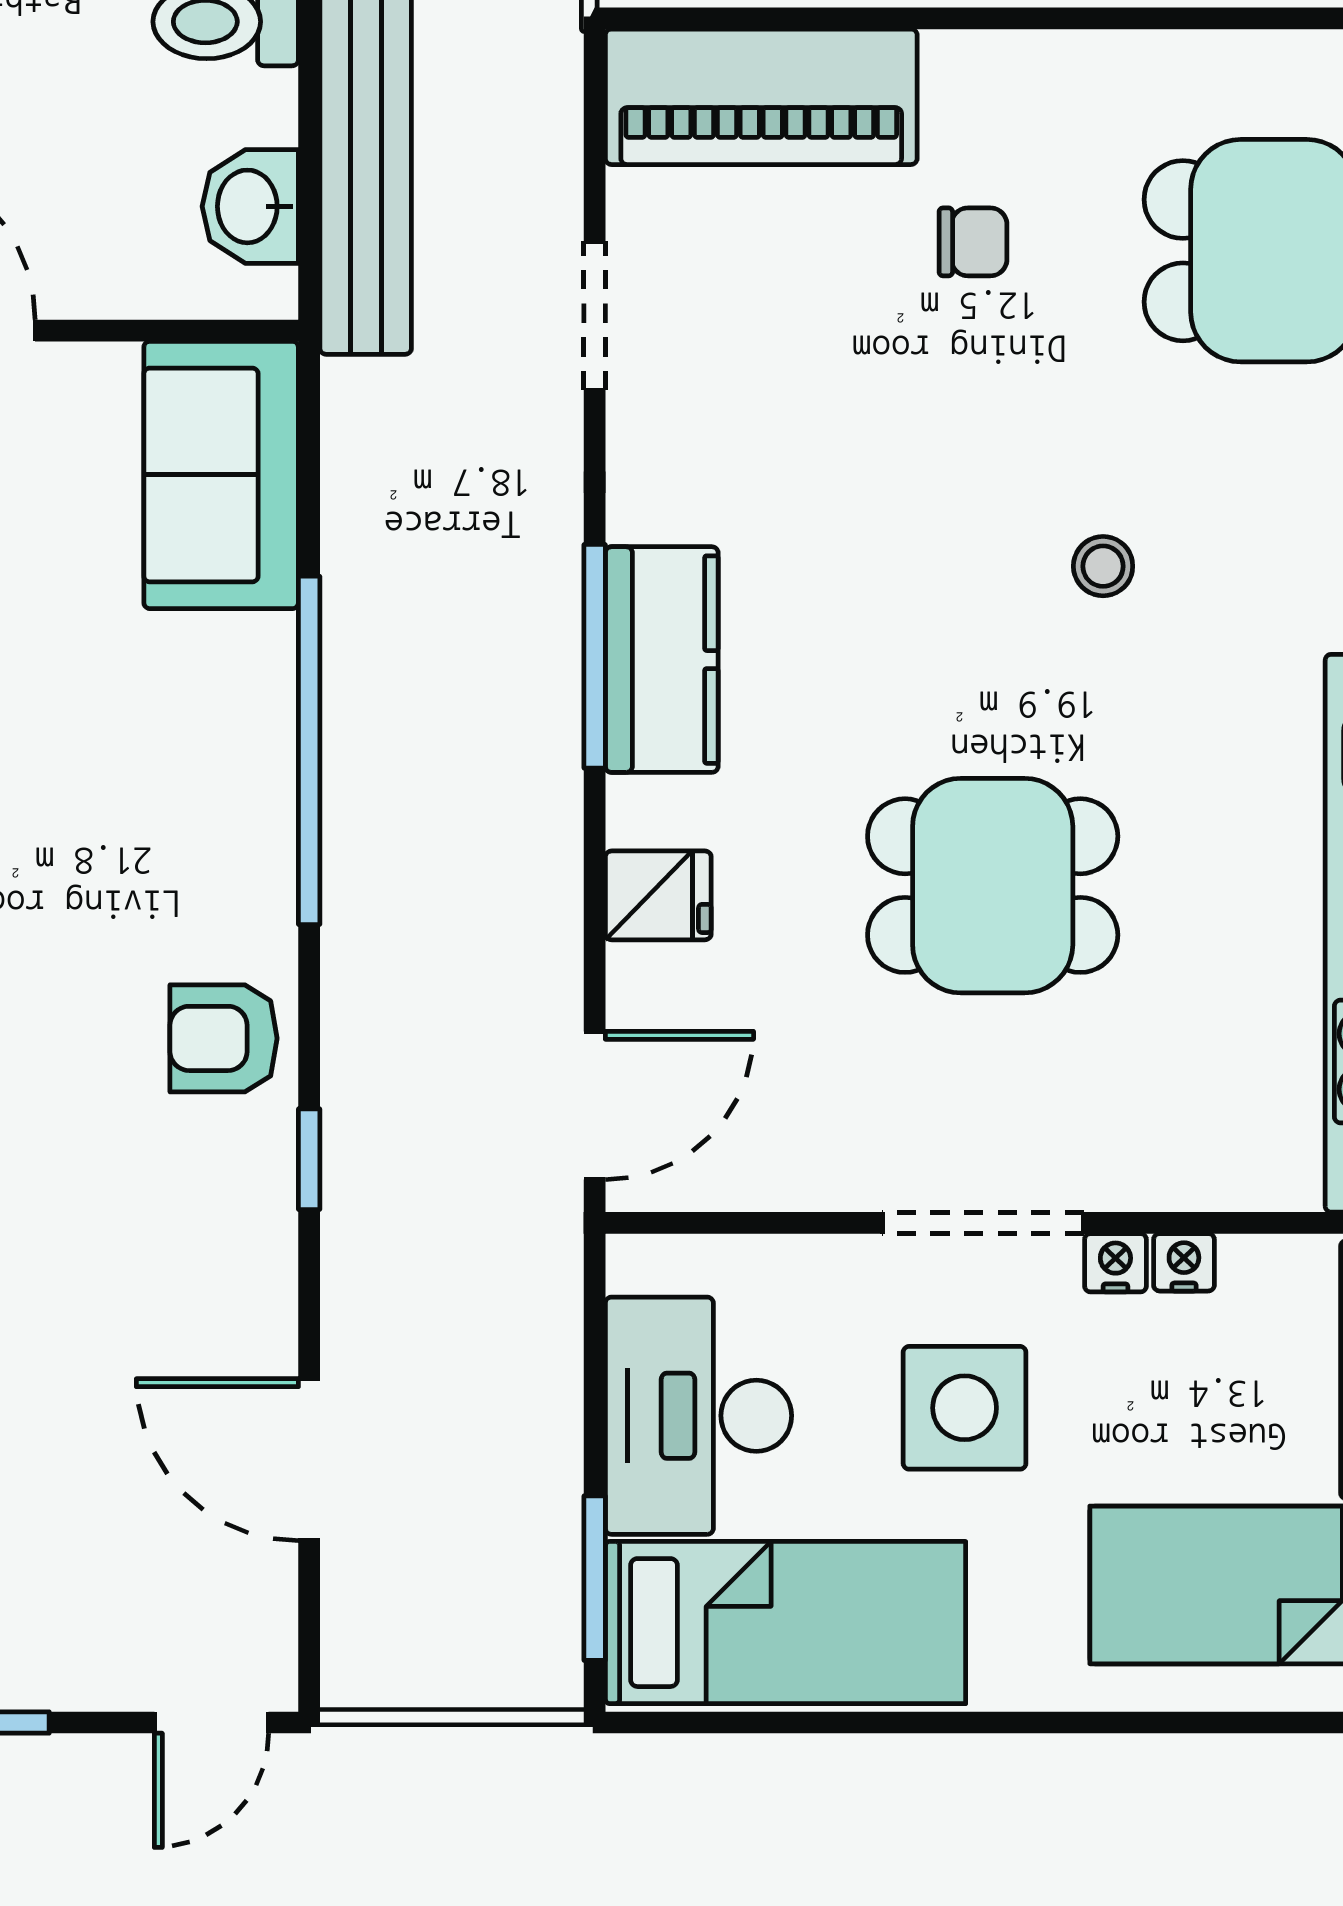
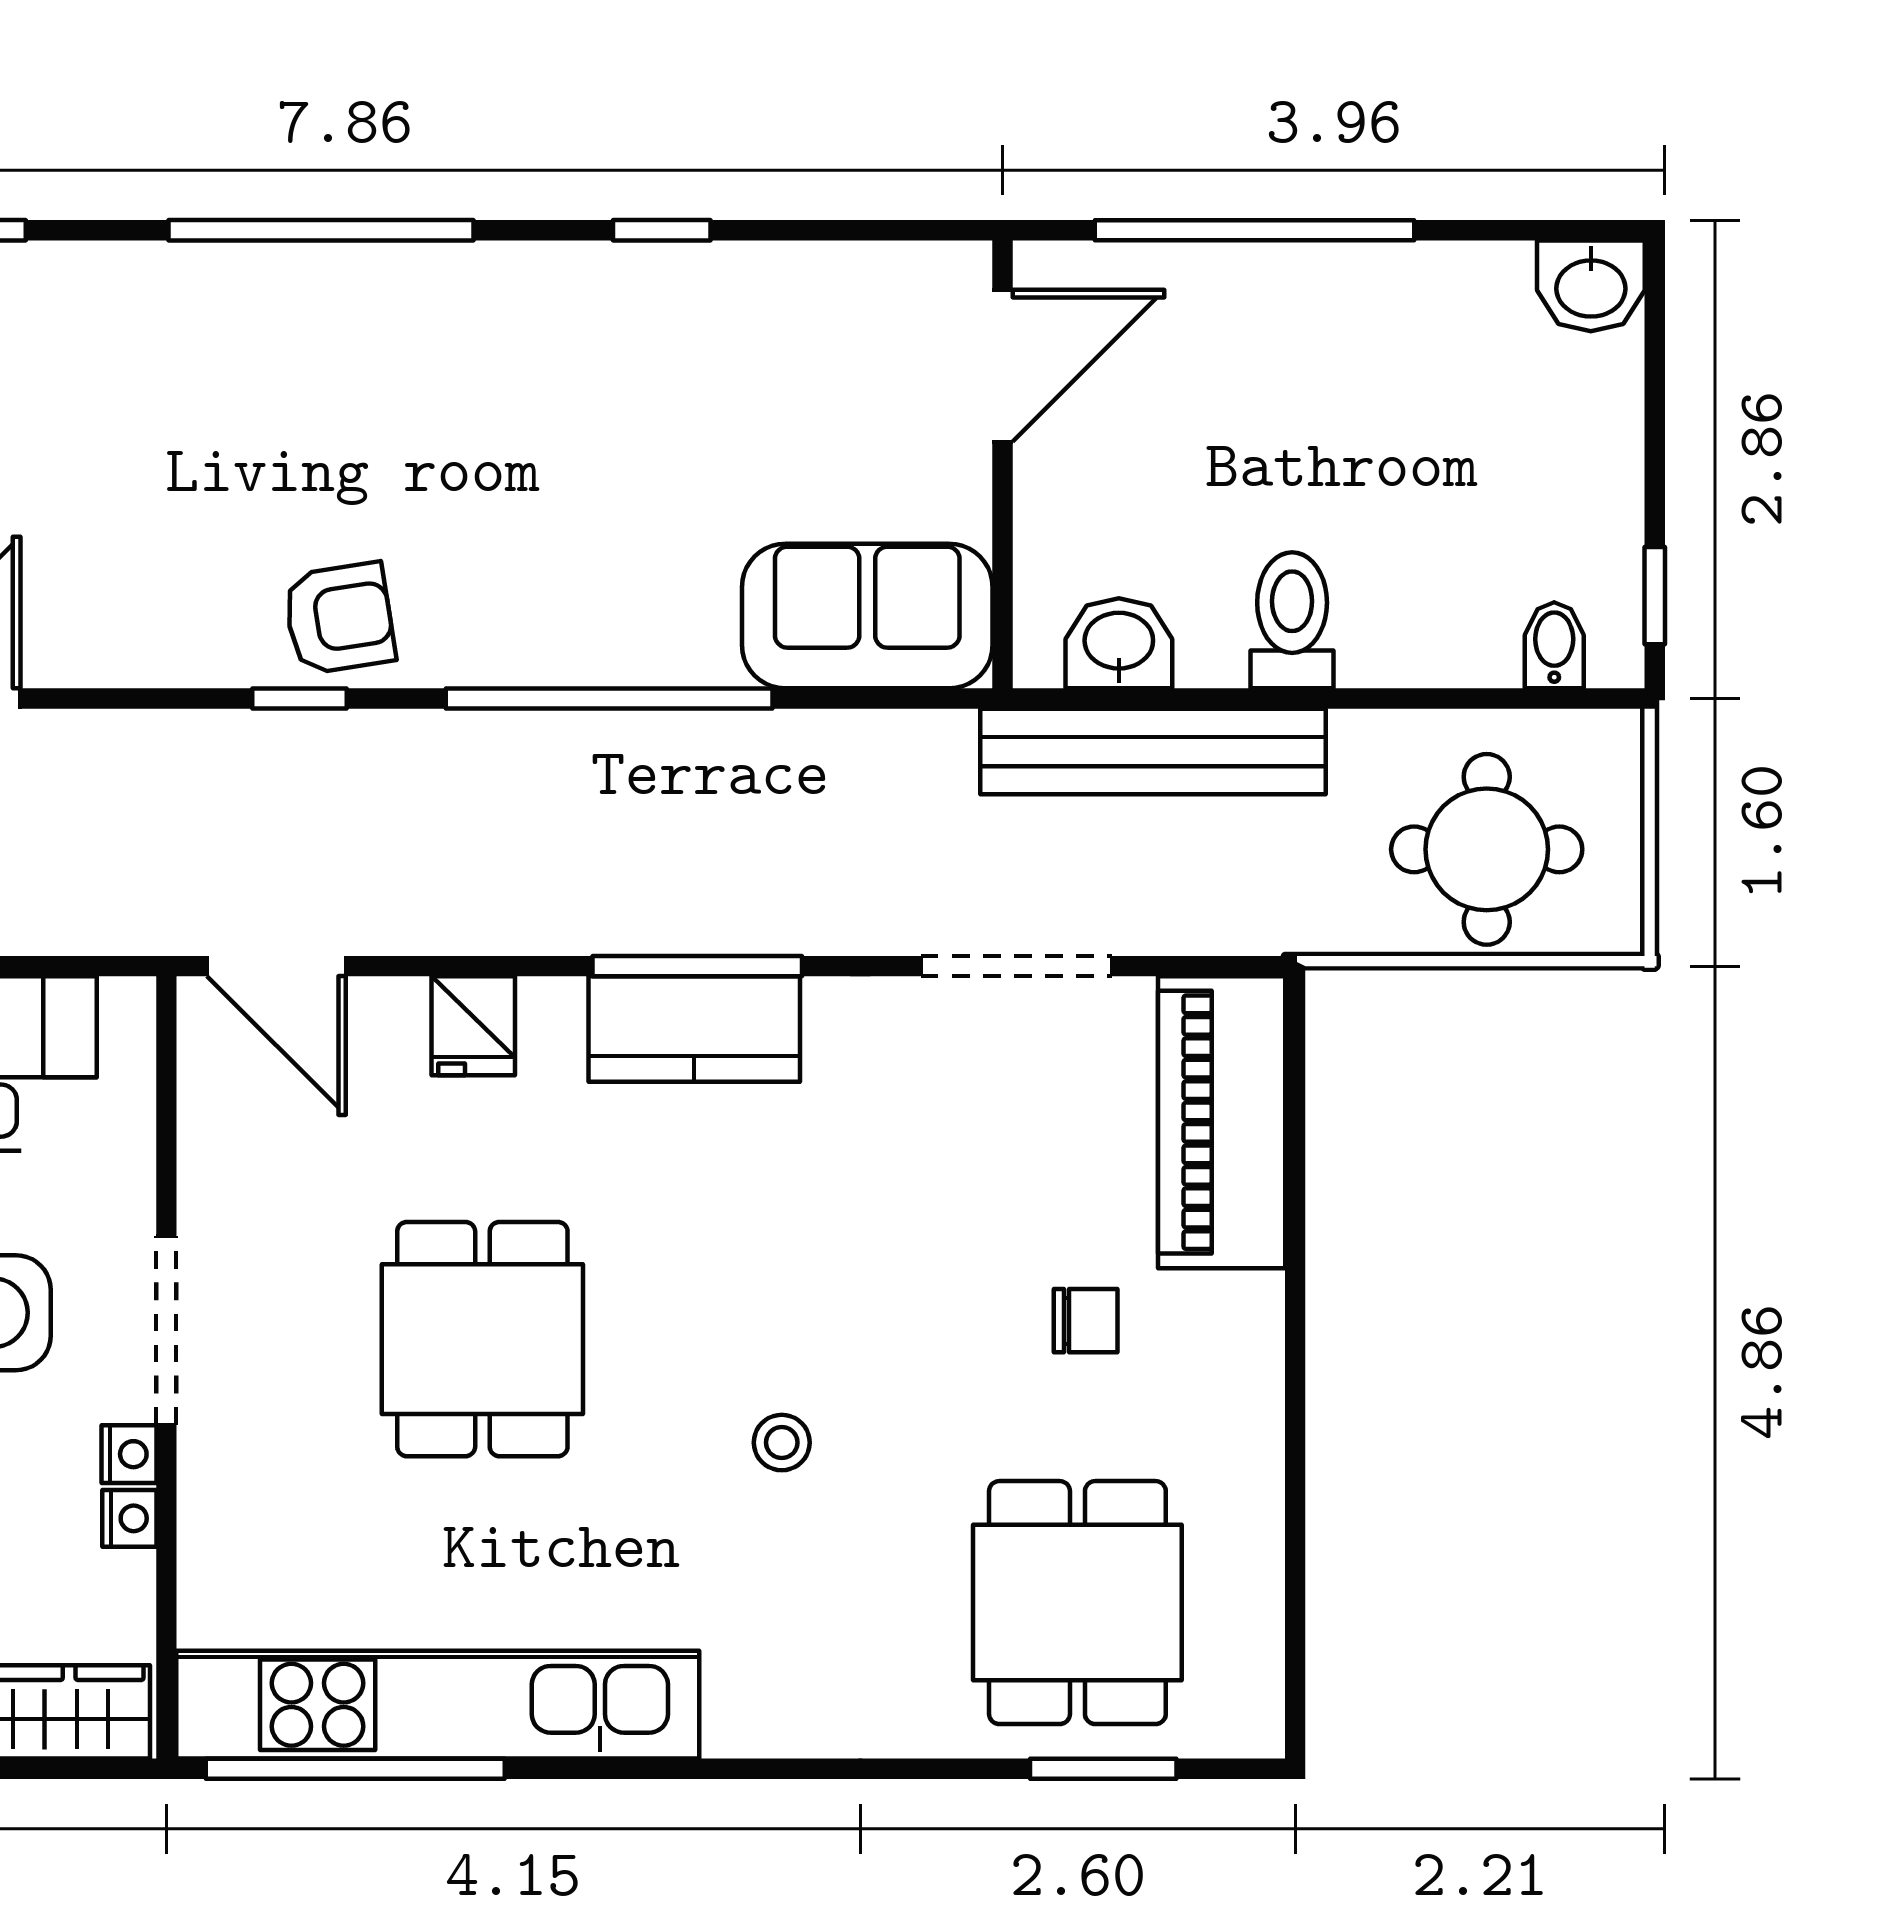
chair: (973, 242) -> (1086, 1321), turned -90
doorway: (595, 316) -> (1016, 966), width x1.38
armchair: (224, 1038) -> (339, 618), turned 81
window: (309, 1159) -> (299, 698), moved

